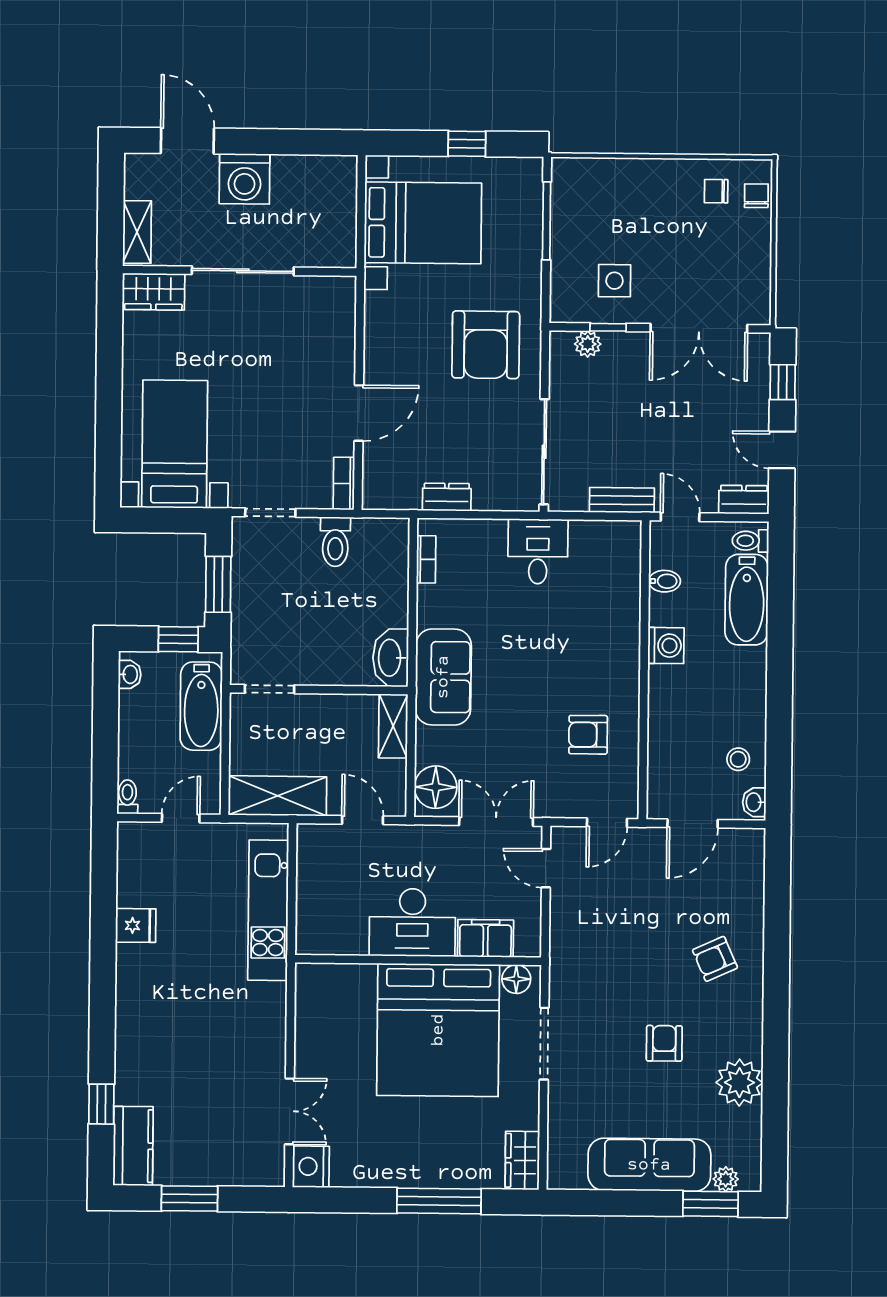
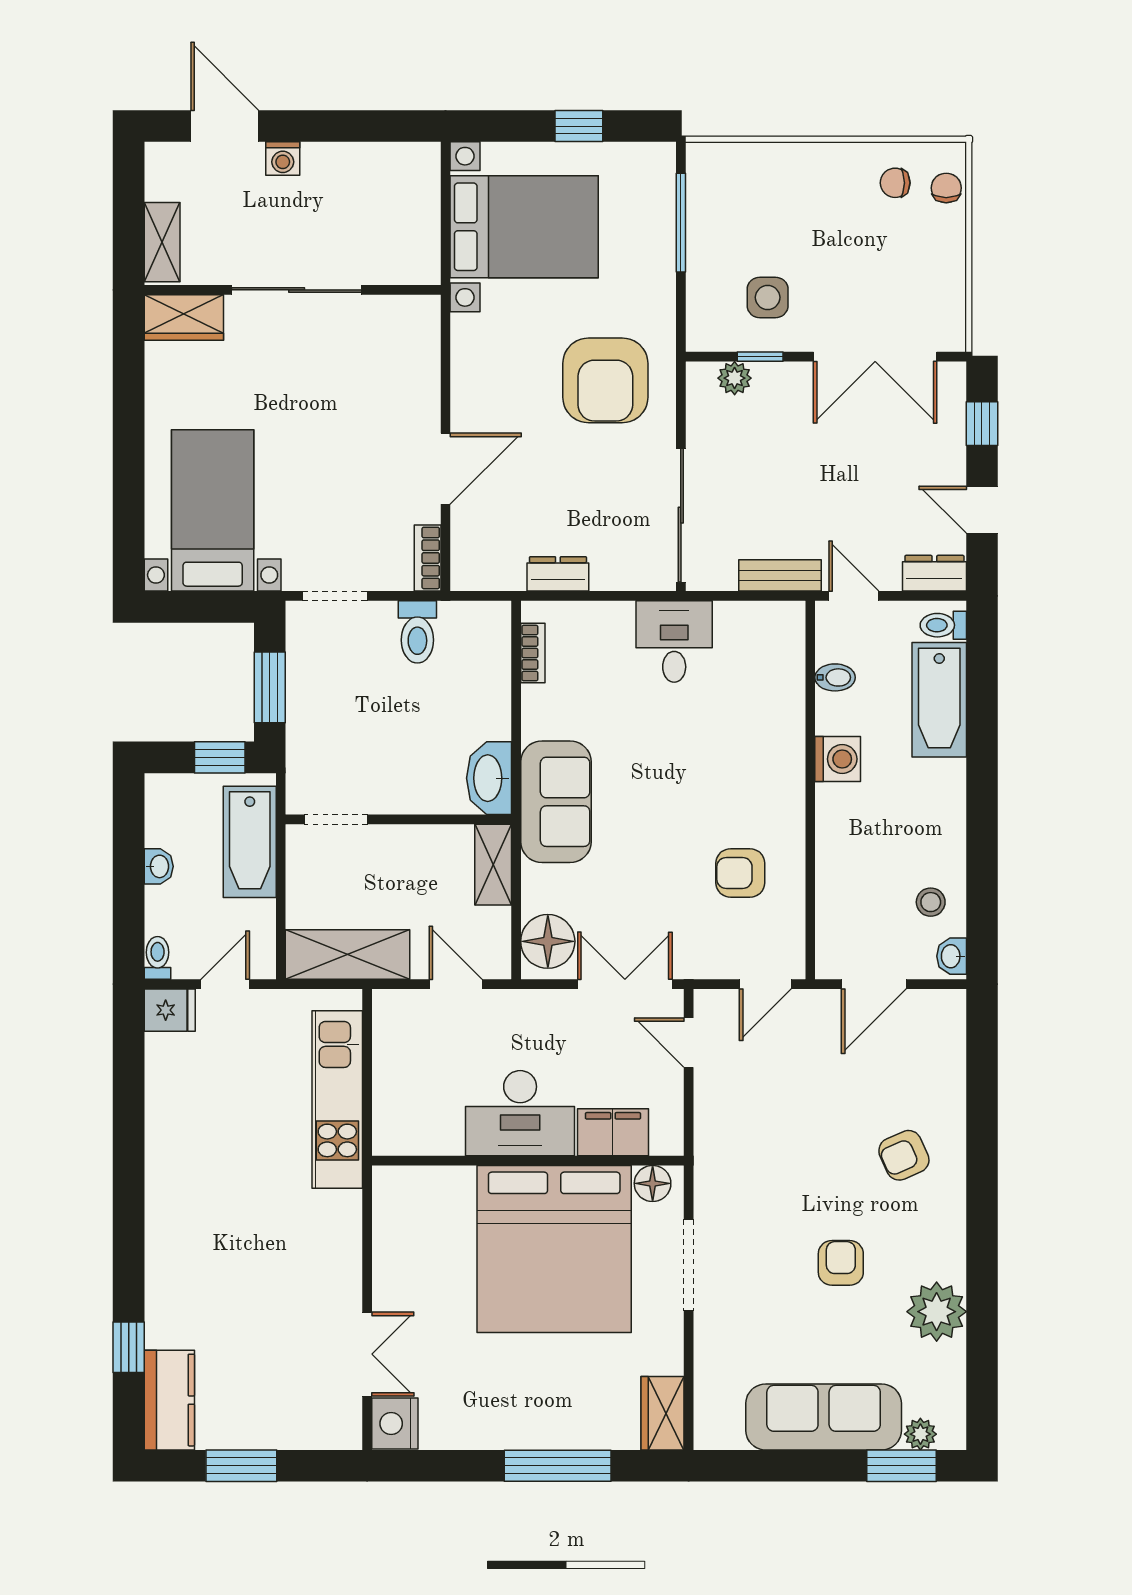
washing machine: (245, 179) -> (283, 159), width x0.53, depth x0.53
washbasin: (130, 674) -> (159, 866), moved
fridge: (136, 925) -> (170, 1010), moved

